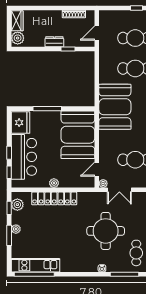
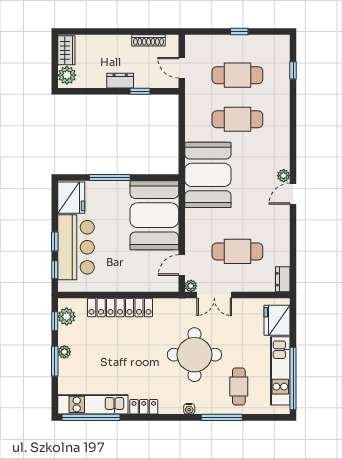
door: (97, 33) -> (182, 68), hinge flipped
plant: (54, 183) -> (120, 285), removed
locker: (71, 267) -> (144, 407), added

